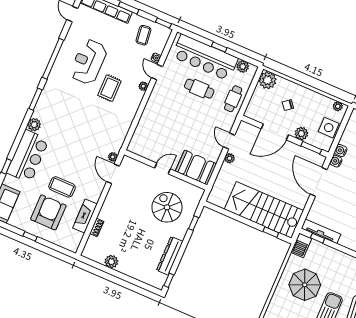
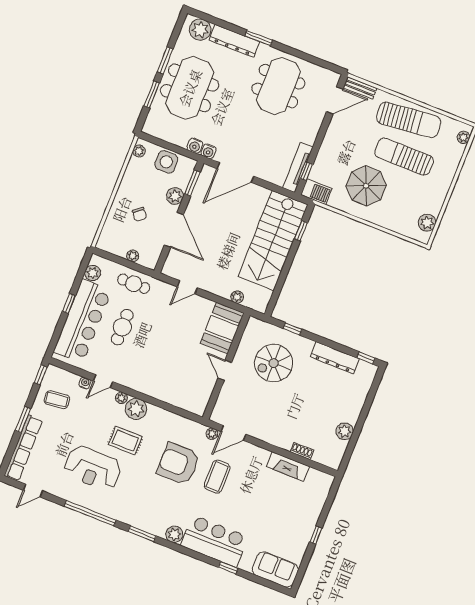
plant: (268, 80) -> (133, 256), moved, width x0.53, depth x0.53
plant: (134, 97) -> (136, 409), added
plant: (230, 158) -> (237, 297), moved
coffee table: (62, 187) -> (217, 477), moved
armchair: (48, 212) -> (178, 464), moved

